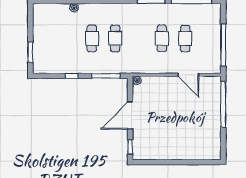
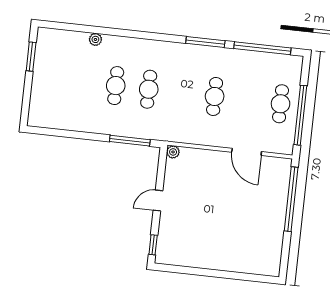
cafe table: (185, 38) -> (281, 104), moved
window: (30, 52) -> (31, 57), moved
window: (72, 76) -> (81, 135), removed
door: (130, 116) -> (158, 201), width x0.53

